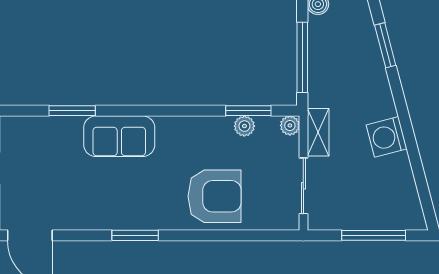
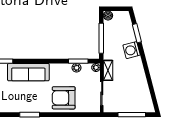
sofa: (119, 136) -> (28, 72), width x1.36
washing machine: (387, 137) -> (132, 50), moved
armchair: (215, 196) -> (64, 98), turned 180

